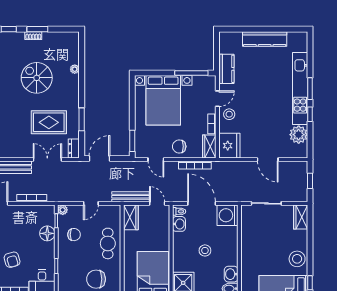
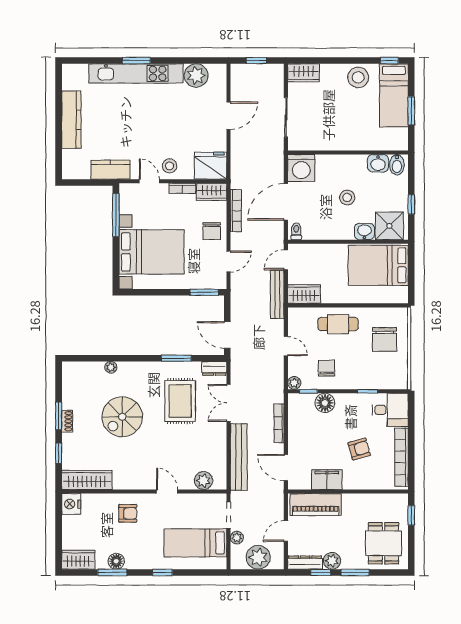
window: (310, 114) -> (170, 61), removed
washbasin: (179, 224) -> (364, 231), moved

